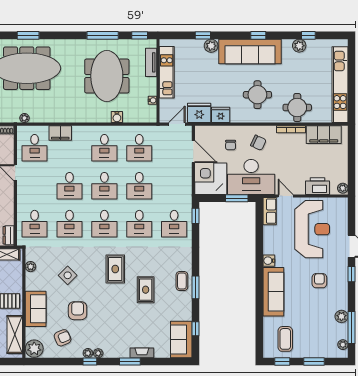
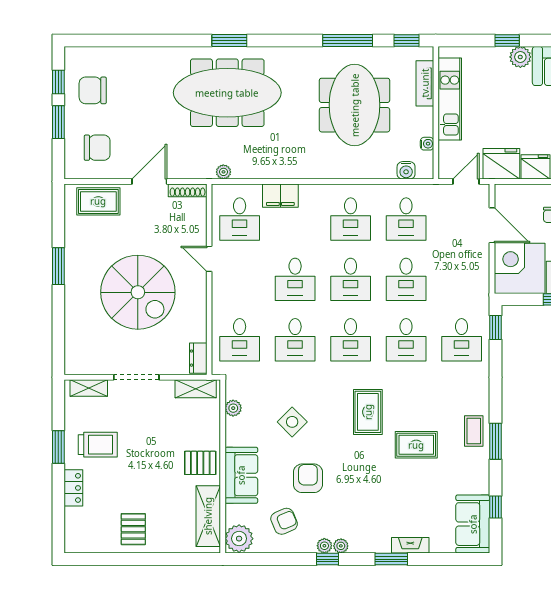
water cooler: (117, 117) -> (406, 170), moved
rug: (146, 290) -> (416, 445), turned 90

